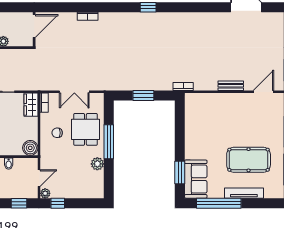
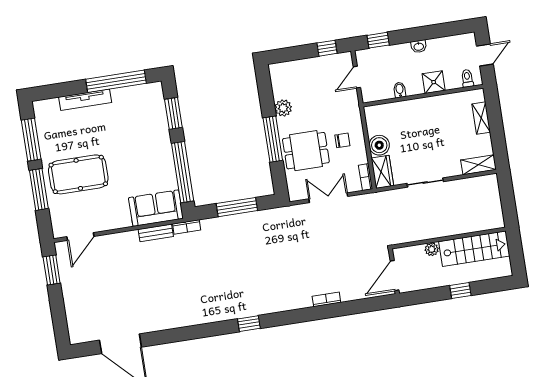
bench: (231, 86) -> (156, 233), moved
window: (143, 95) -> (237, 207), width x1.44
window: (180, 128) -> (183, 172), added
dining table: (85, 129) -> (306, 151), turned 90
boiler: (30, 148) -> (379, 145), moved
pool table: (249, 160) -> (78, 174), moved
sofa: (196, 179) -> (156, 208), moved, turned 90
plant: (45, 193) -> (346, 58), removed

